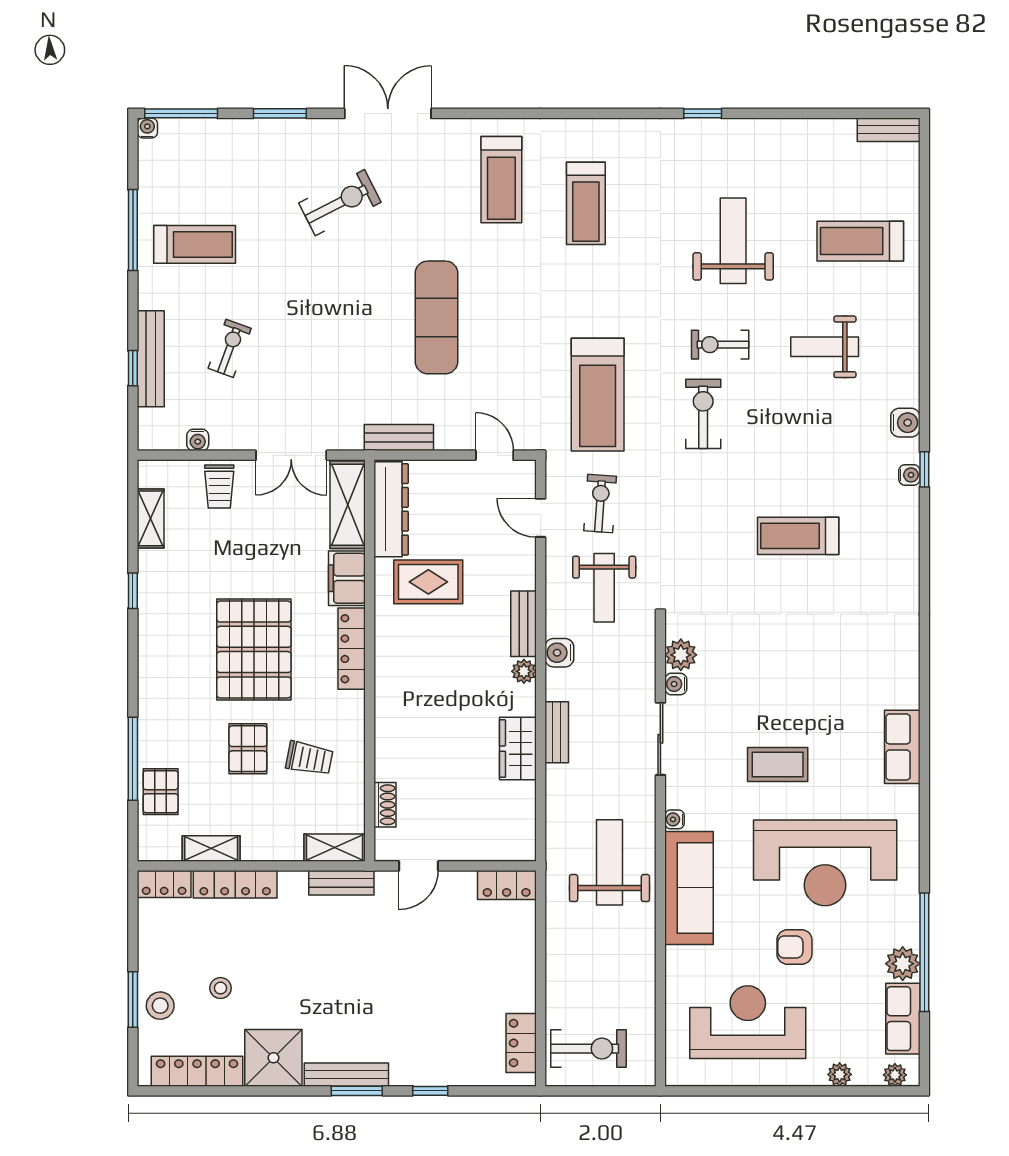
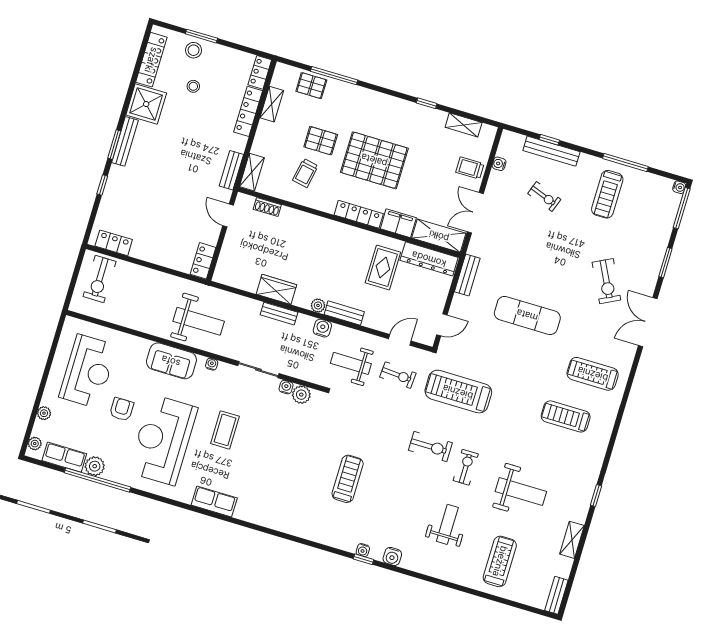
double door: (388, 113) -> (648, 322), swing flipped
shelving: (788, 131) -> (572, 540), added
sofa: (689, 888) -> (171, 361), width x0.73

